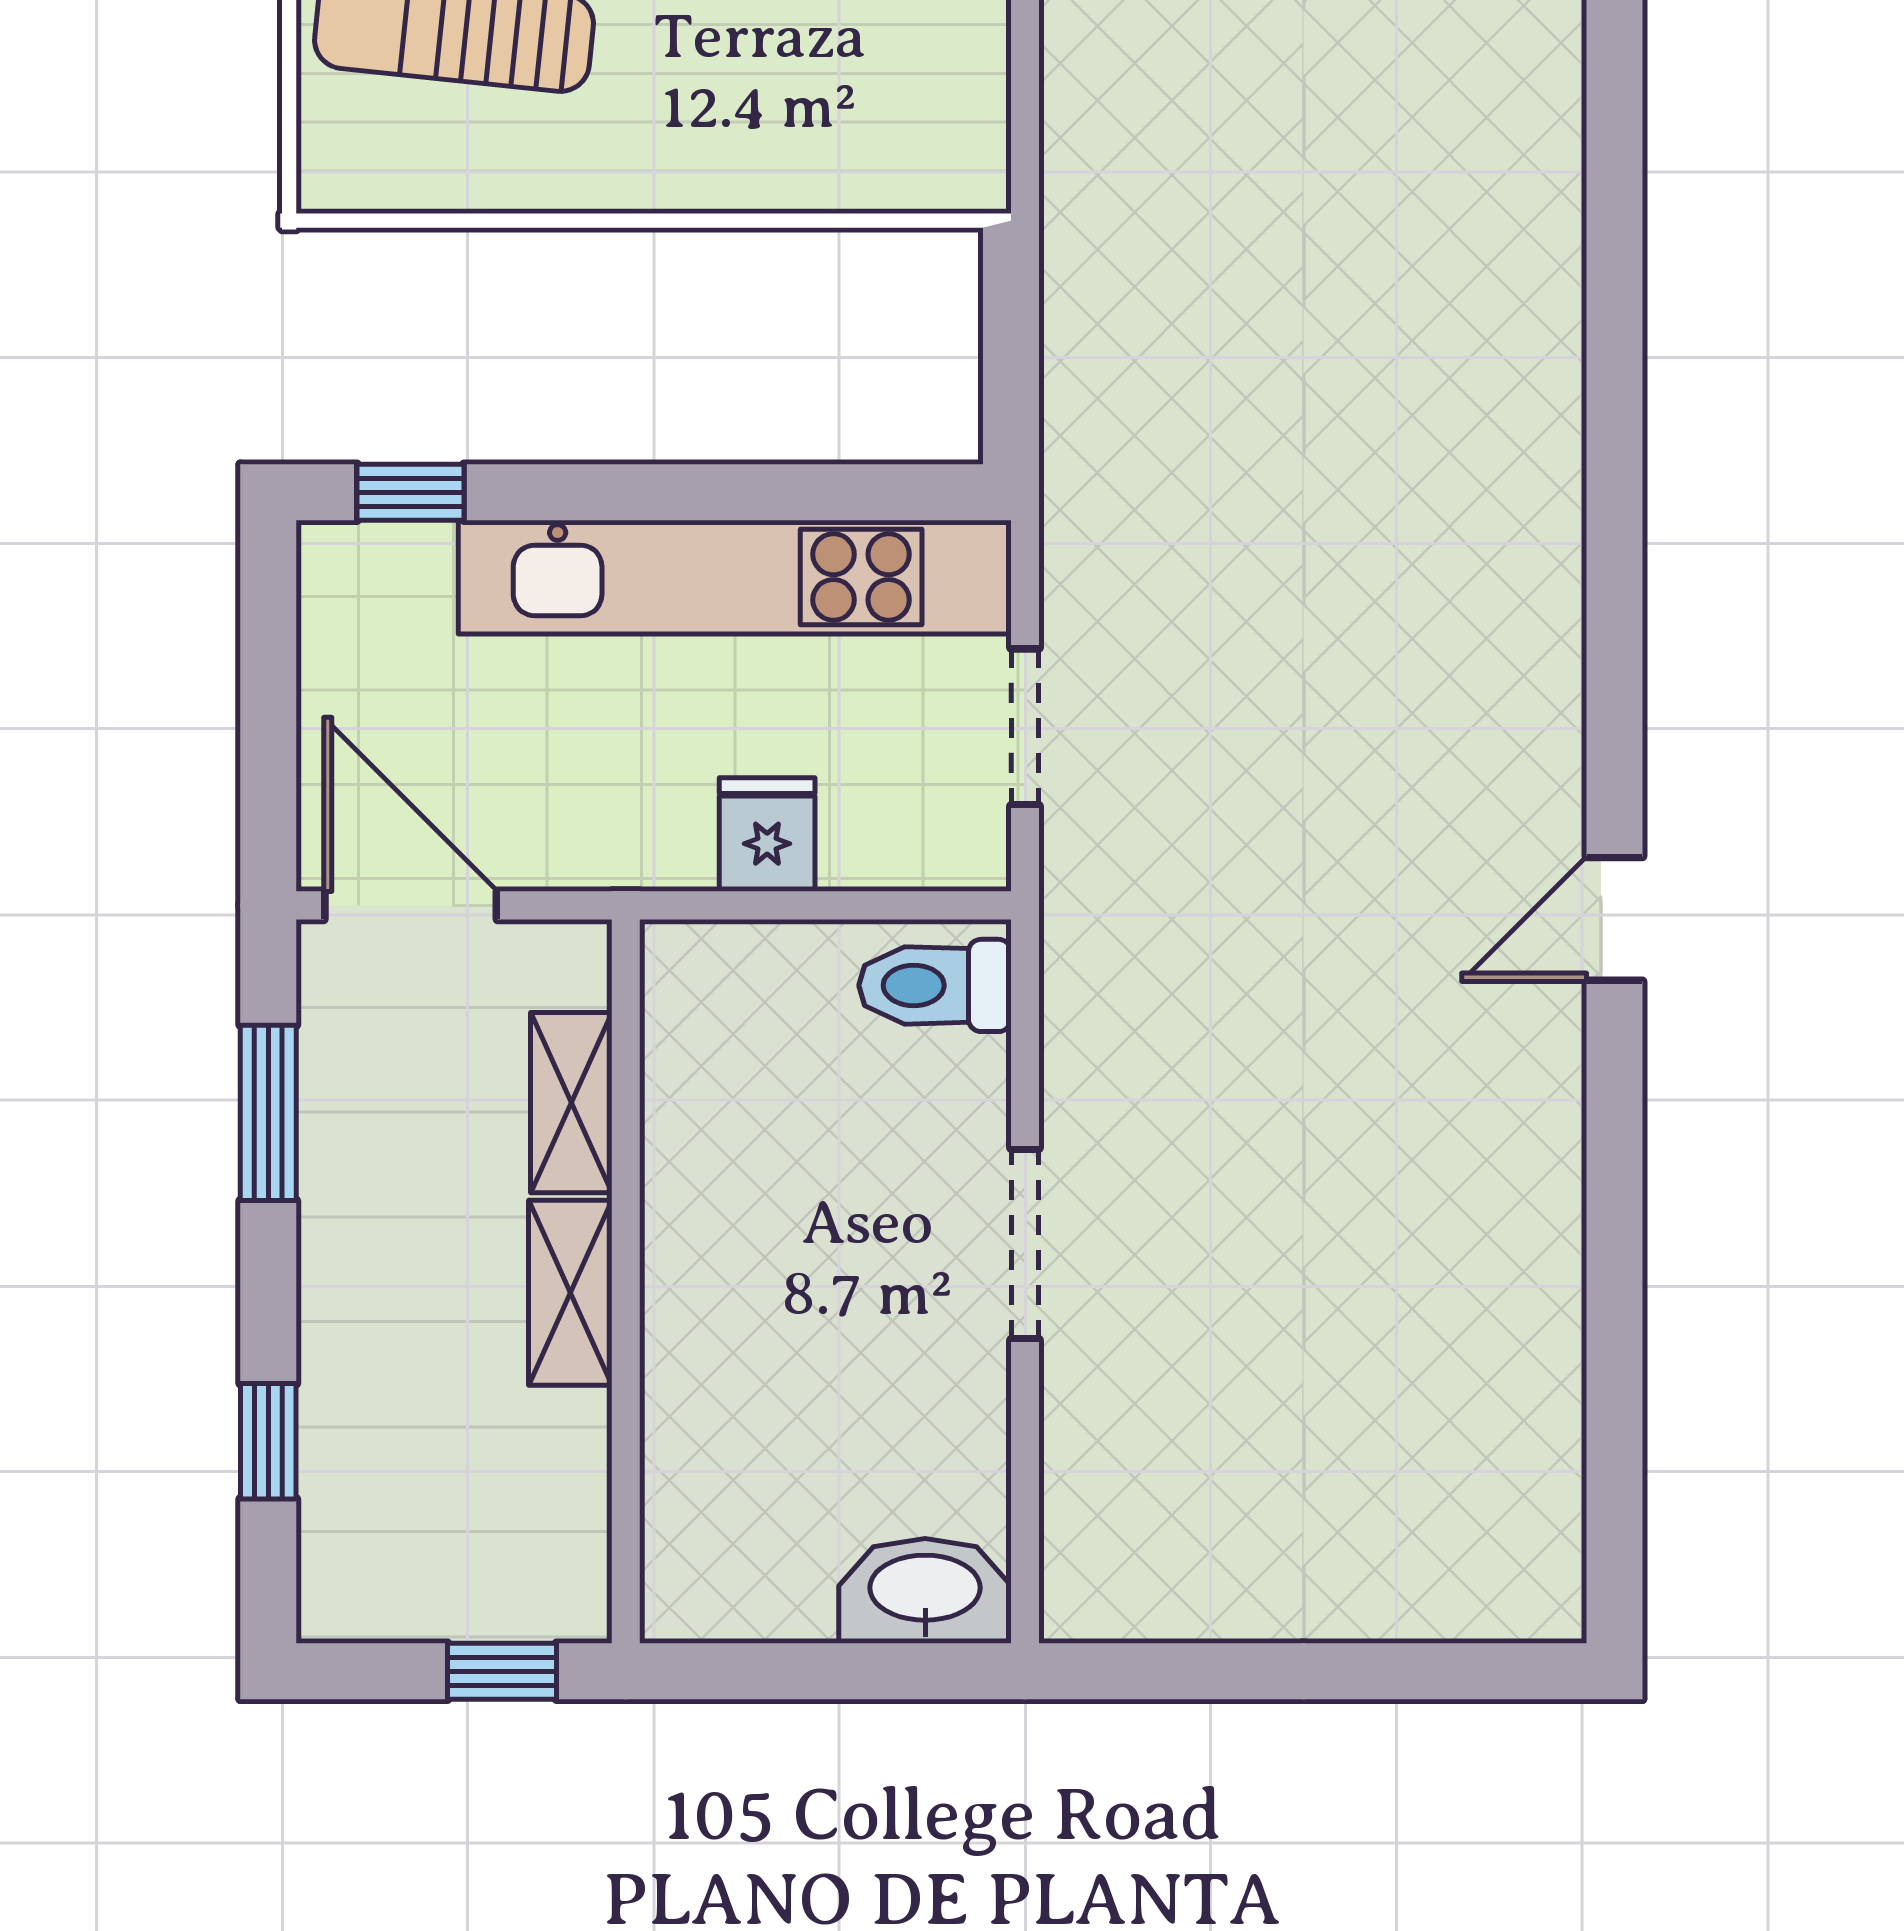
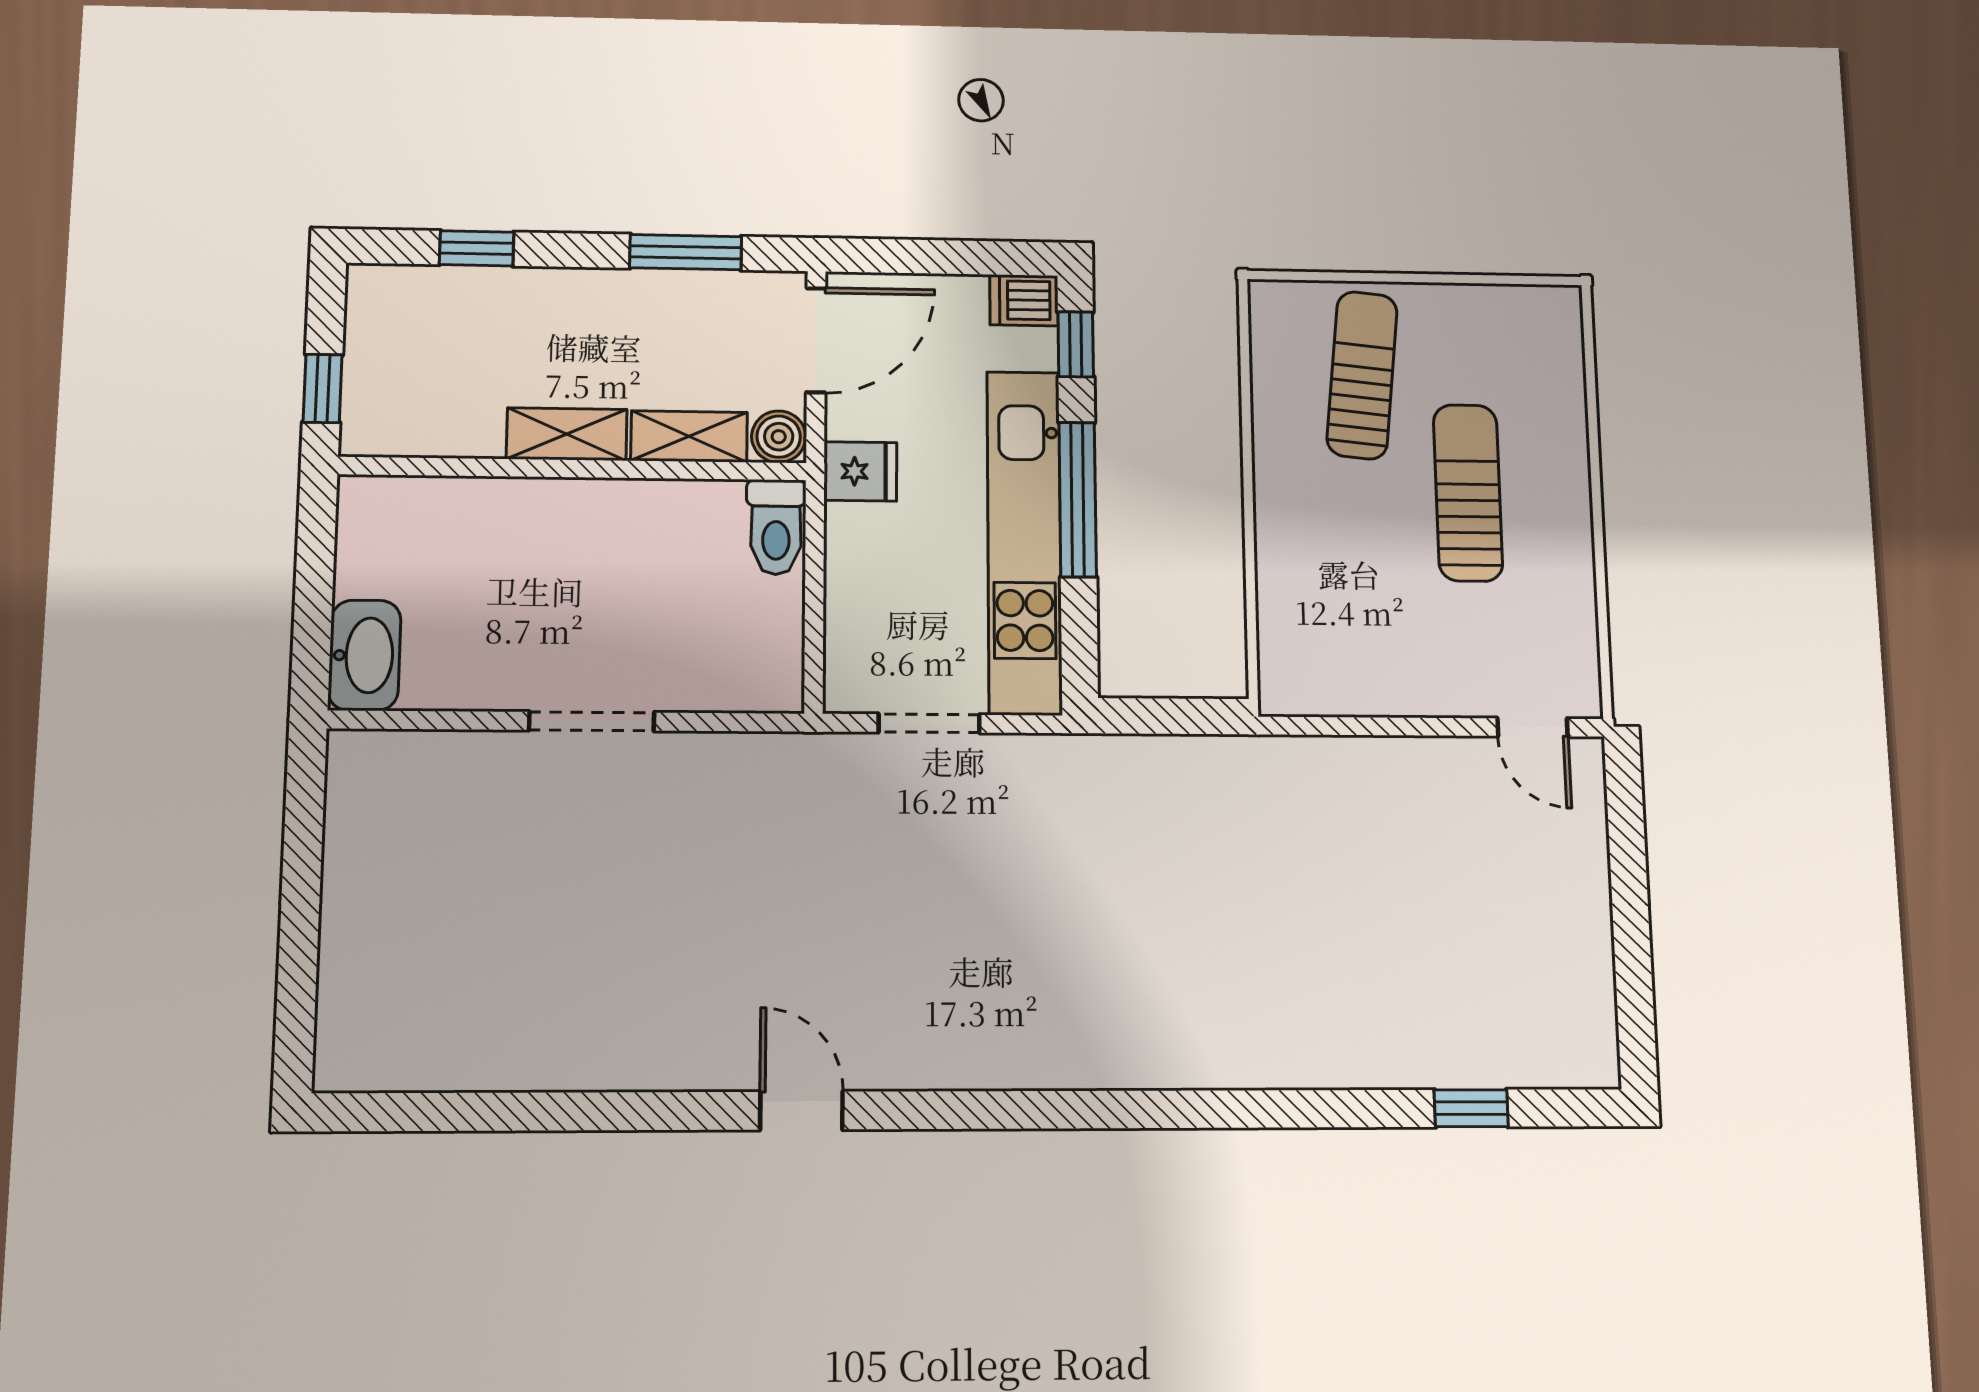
window: (665, 492) -> (1078, 499), added
dishwasher: (338, 574) -> (1024, 300), added
fridge: (767, 835) -> (860, 471), moved
boiler: (570, 963) -> (779, 437), added
toilet: (935, 985) -> (776, 527), moved, turned 180

